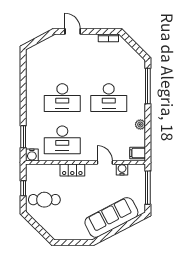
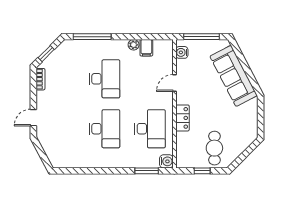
window: (132, 43) -> (46, 54), added
filing cabinet: (138, 153) -> (146, 48), moved
water cooler: (122, 169) -> (182, 52), moved

